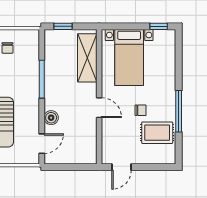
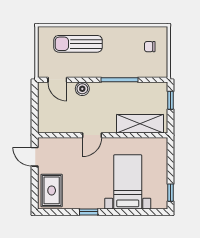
bed with nightstands: (129, 58) -> (128, 182), moved, turned 90
chair: (141, 110) -> (90, 175), removed
window: (179, 111) -> (89, 212), width x0.46
rug: (157, 133) -> (52, 190), moved

